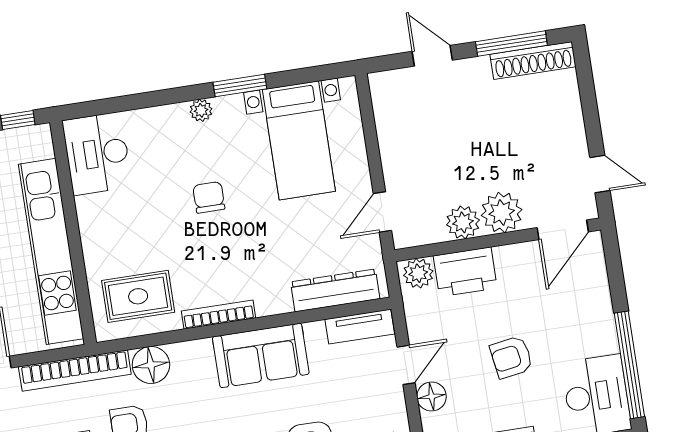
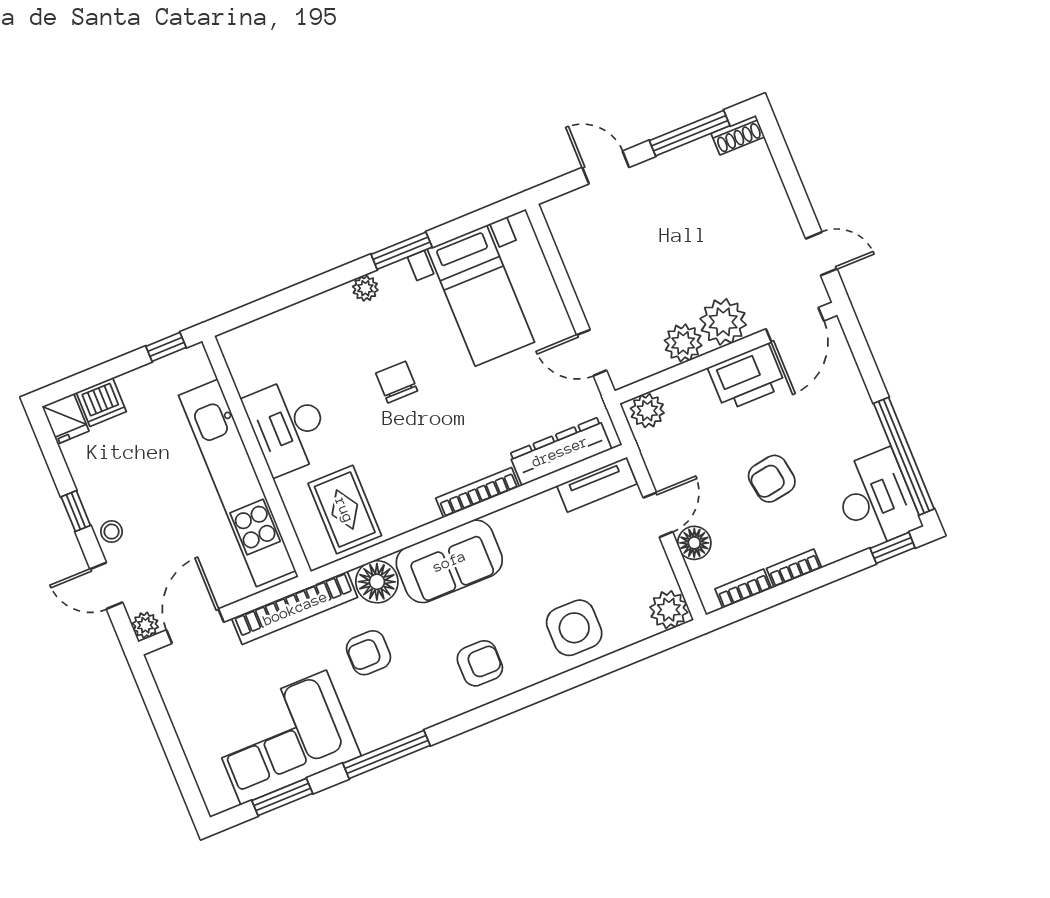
shoe rack: (533, 60) -> (738, 135), width x0.51, depth x0.81
desk: (97, 154) -> (288, 426), moved
door: (382, 212) -> (592, 353), hinge flipped
printer: (465, 272) -> (747, 377), moved
rug: (138, 296) -> (345, 510), turned 90
bookcase: (218, 315) -> (478, 492), moved
sofa: (261, 355) -> (449, 561), moved

